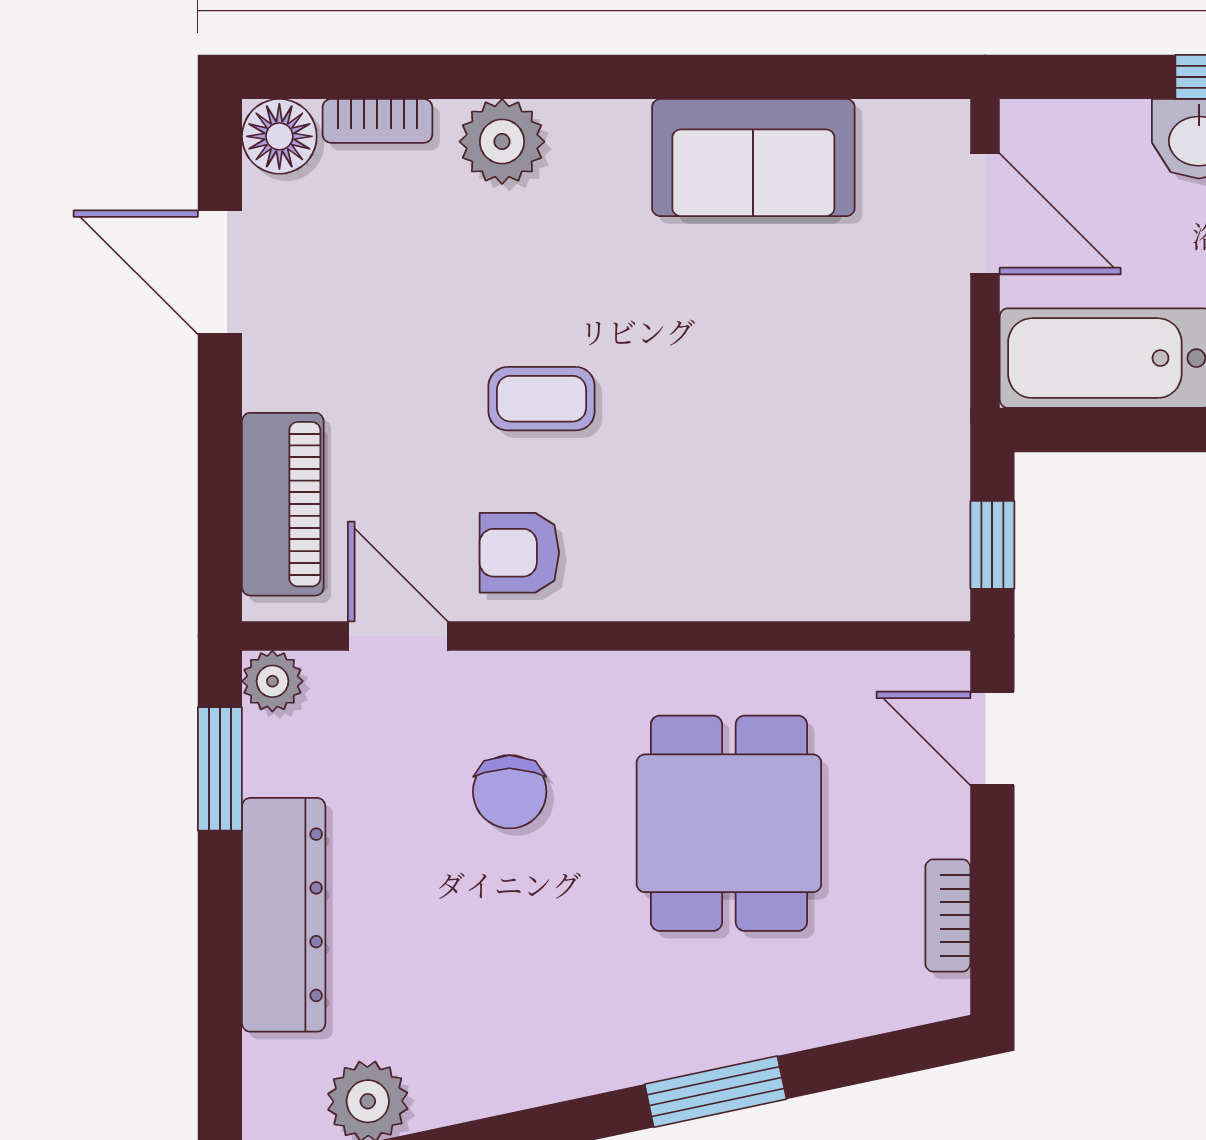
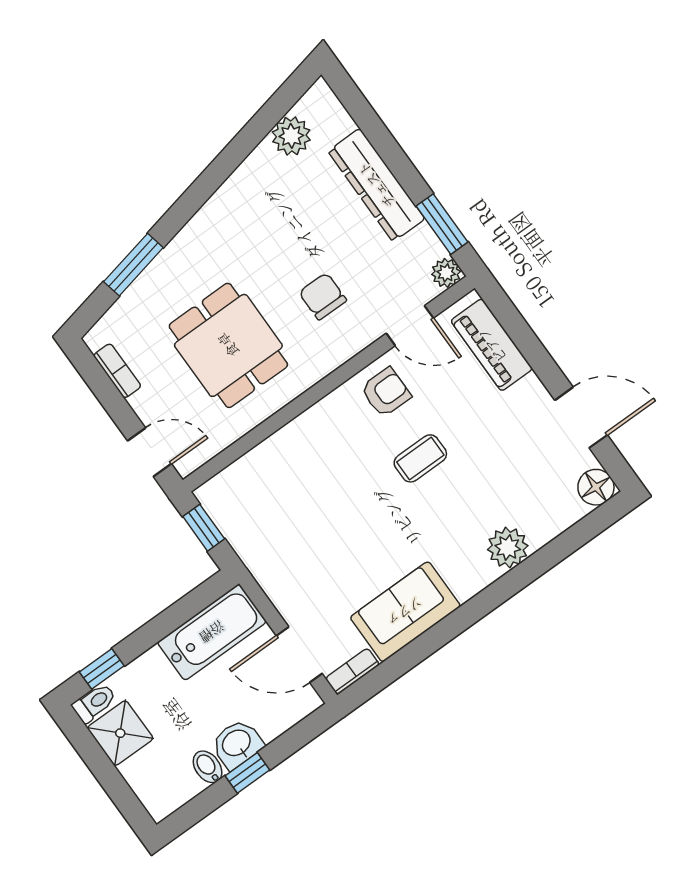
bookcase: (377, 121) -> (352, 671), moved
window: (716, 1092) -> (133, 265), moved

